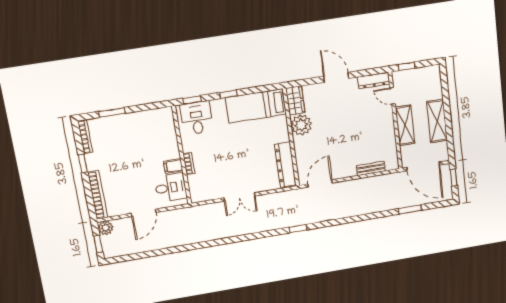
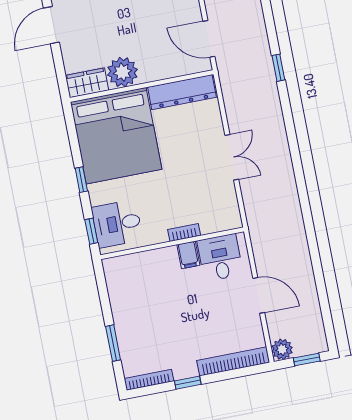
bed: (256, 106) -> (116, 136), width x2.04

